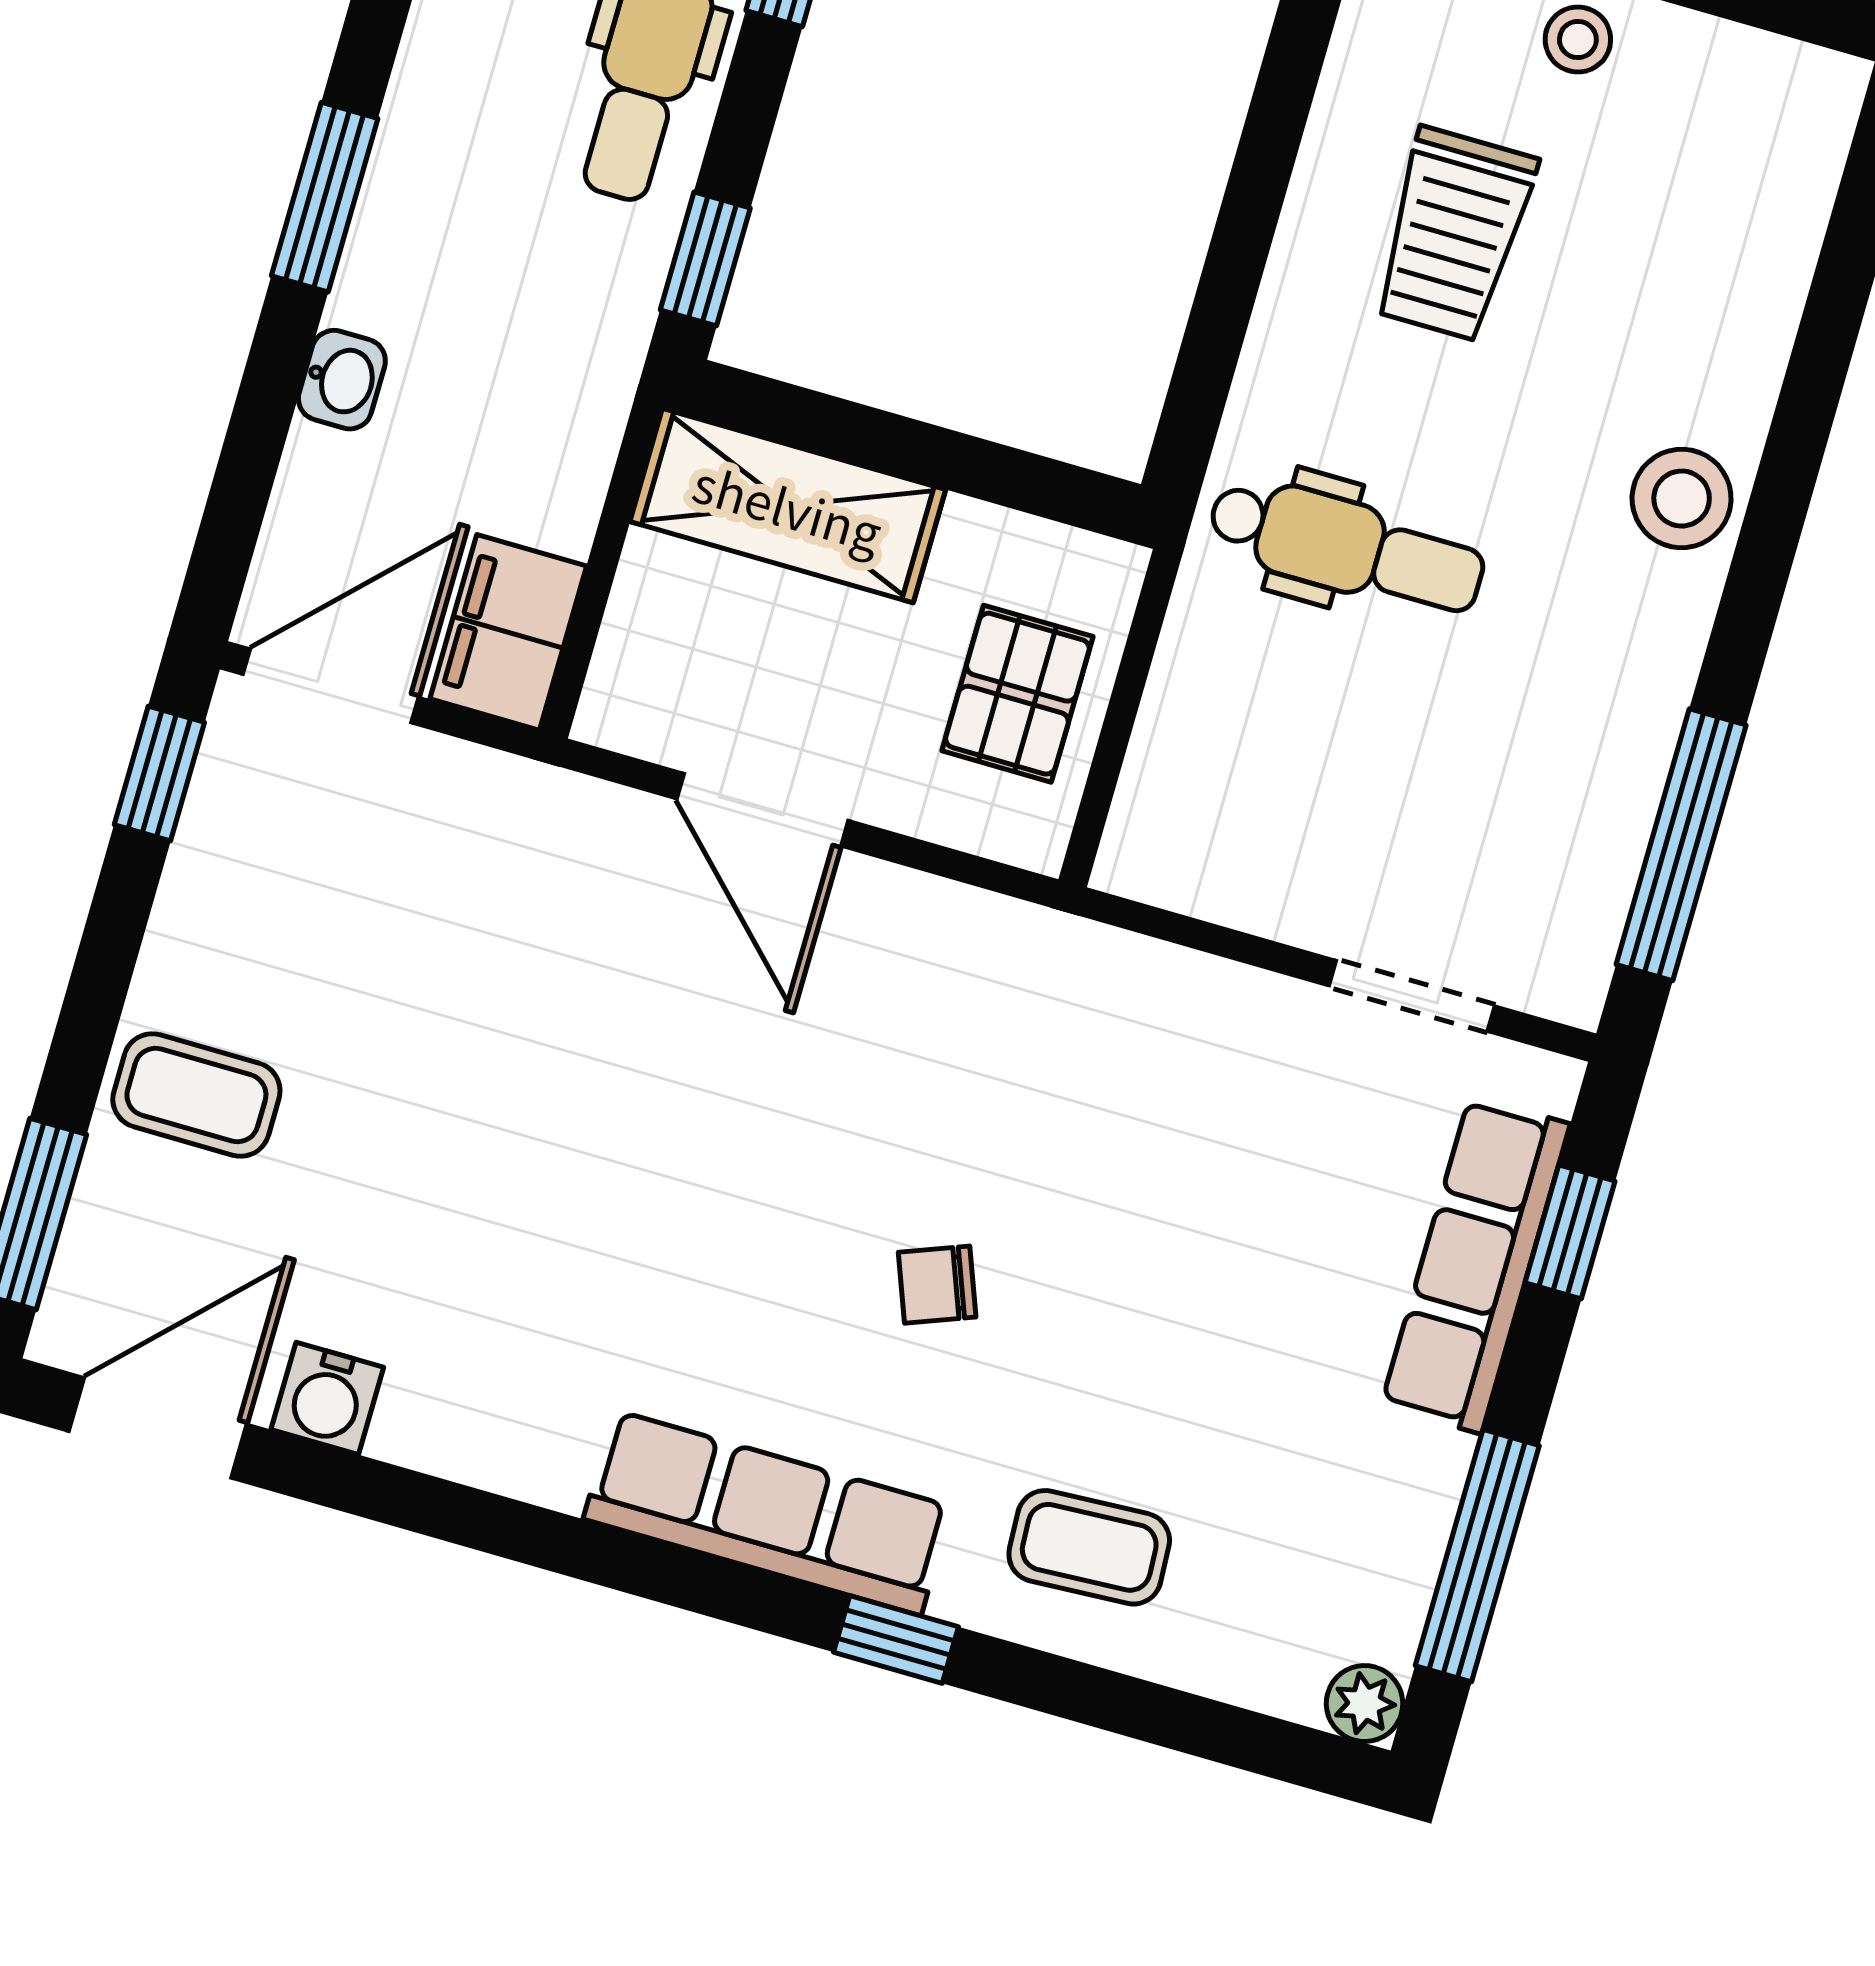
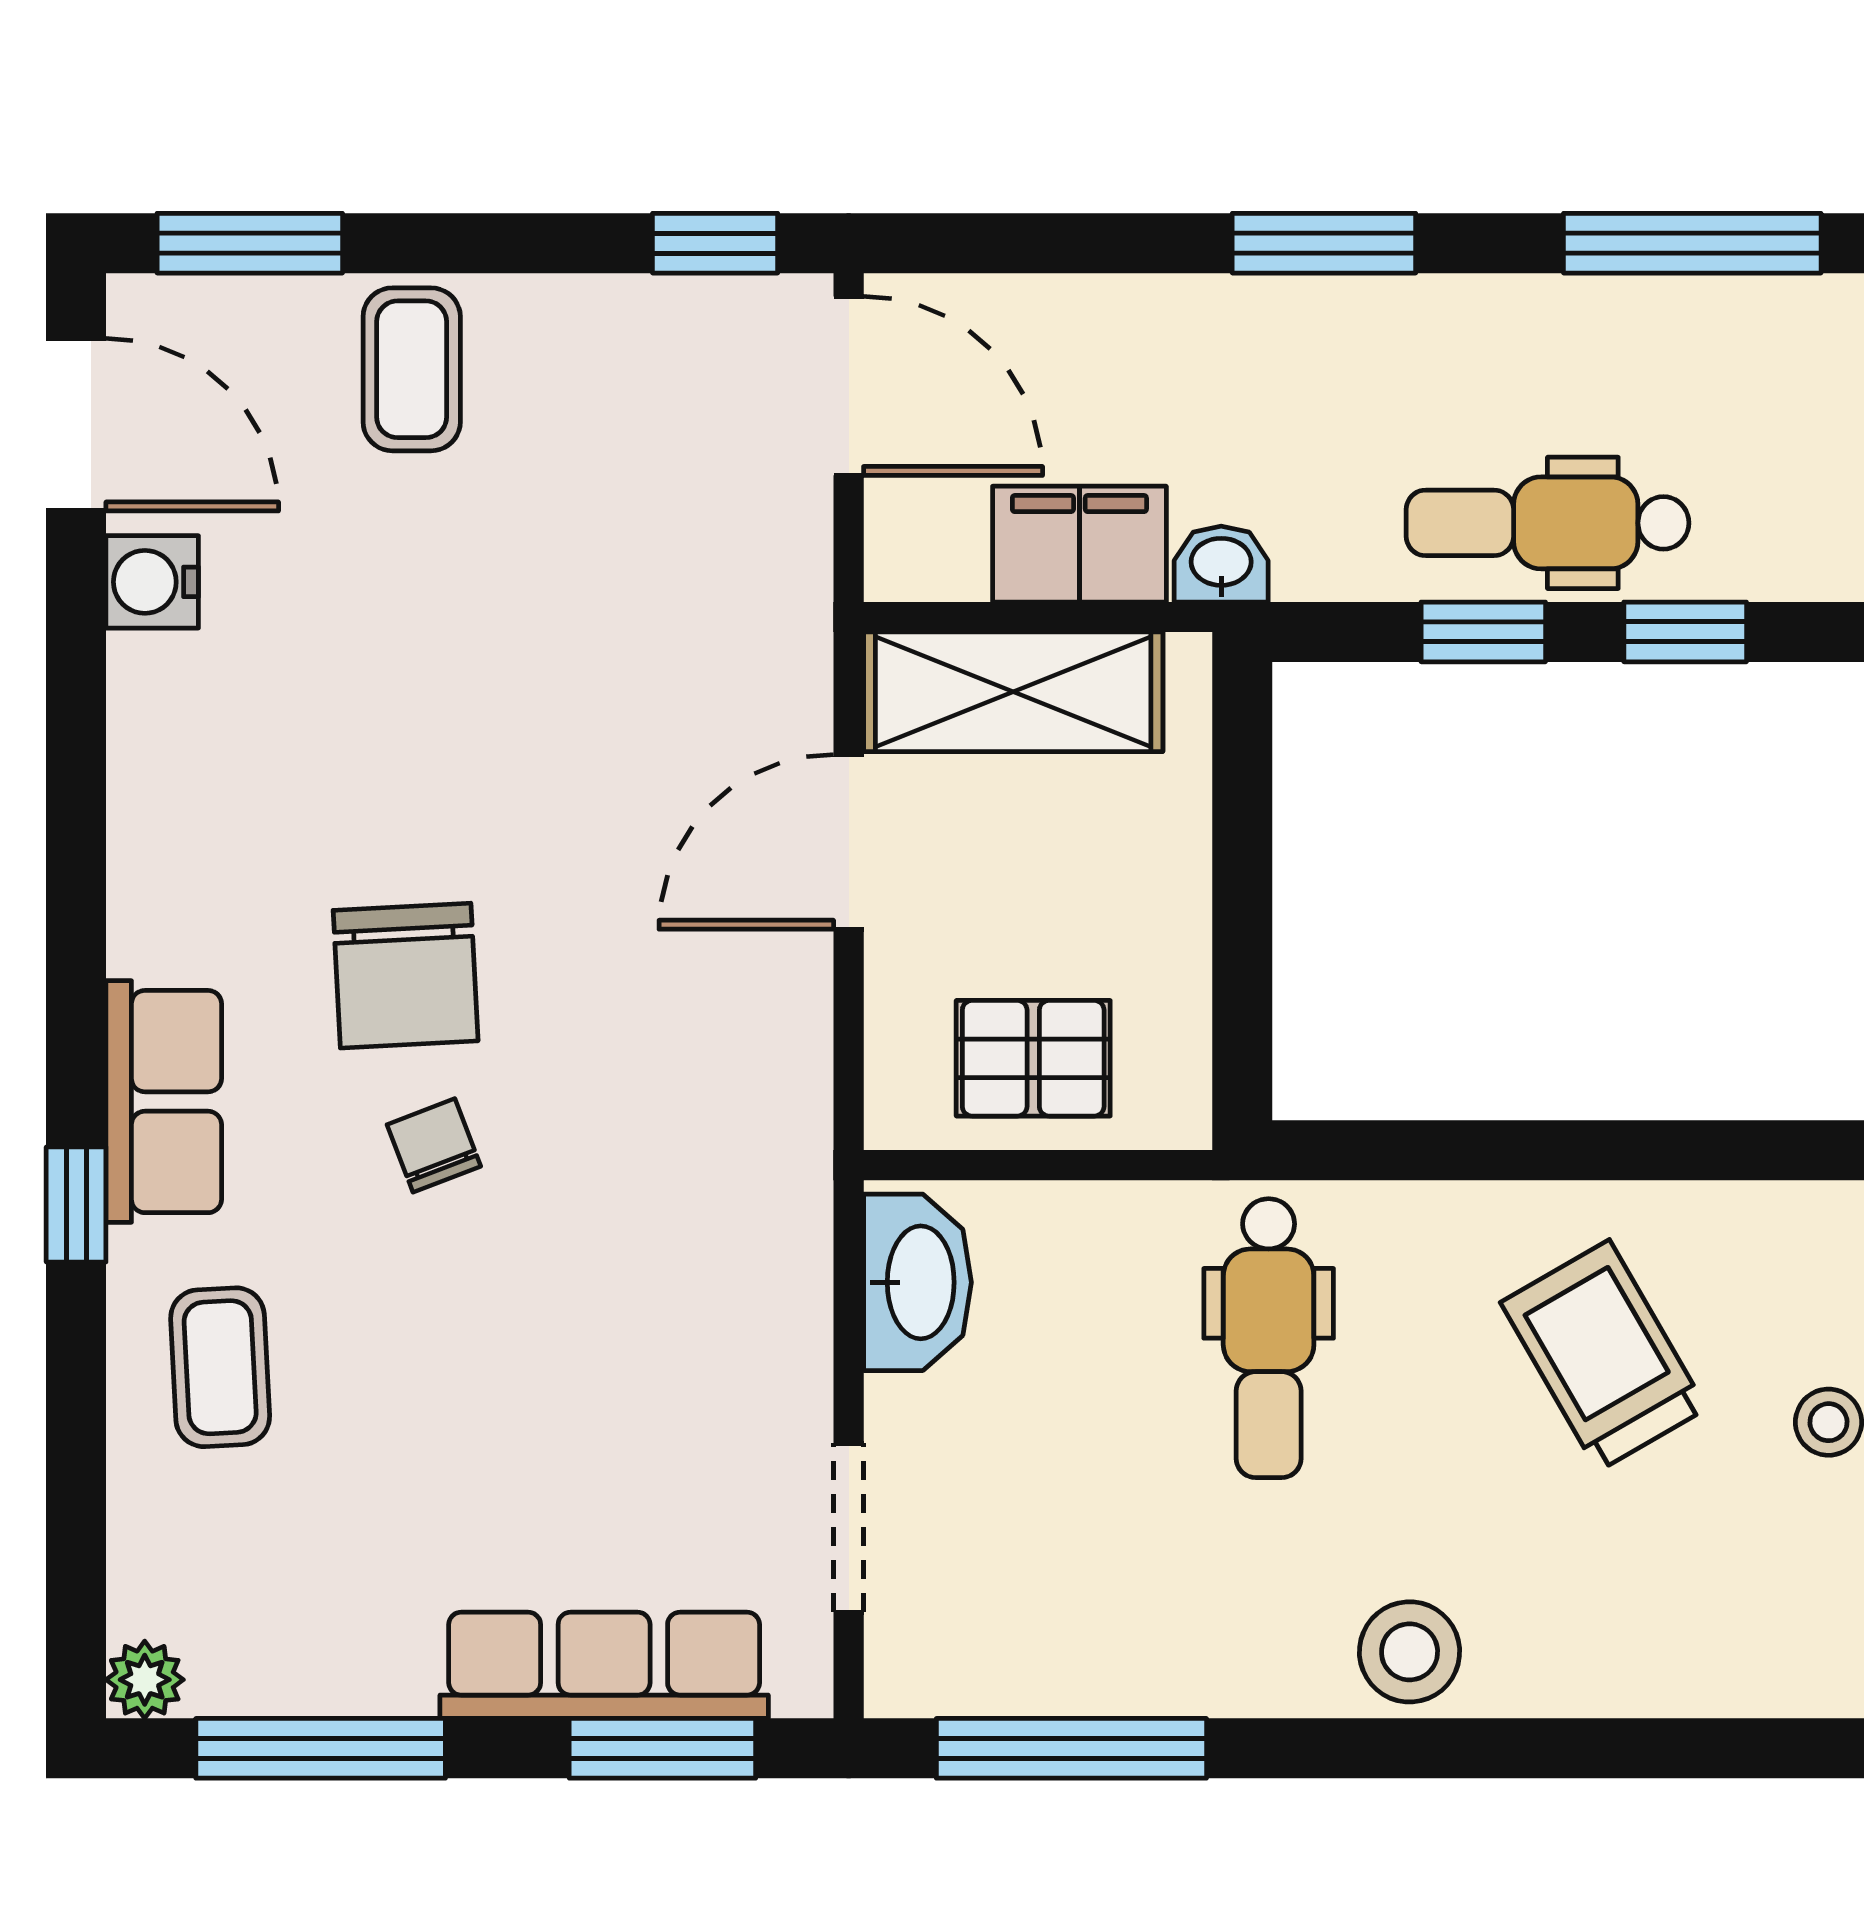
trolley: (1454, 234) -> (1604, 1356), turned 60
window: (705, 259) -> (1483, 632), moved
washbasin: (342, 380) -> (1221, 564), moved, turned 180
shelving: (788, 506) -> (1013, 692), moved, turned 90
filing cabinet: (508, 632) -> (1079, 544), moved
washbasin: (1198, 864) -> (917, 1282), added
window: (1570, 1232) -> (662, 1748), width x1.50
chair: (769, 1265) -> (406, 976), added
row of seats: (768, 1513) -> (164, 1102), width x0.68

